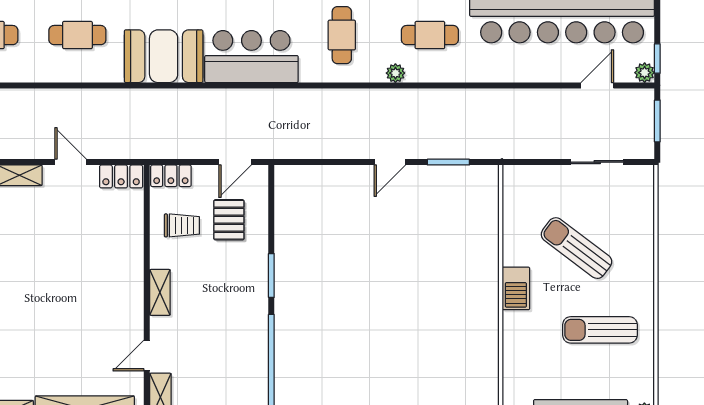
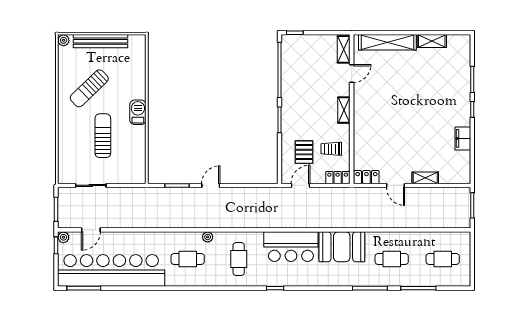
sun lounger: (577, 248) -> (103, 136), turned -127
sun lounger: (600, 330) -> (89, 88), turned 136

